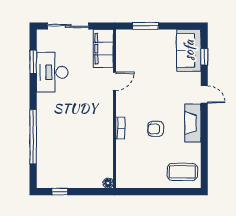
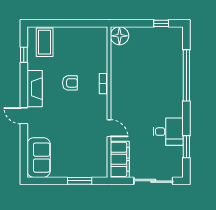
window: (204, 57) -> (24, 55), moved
desk: (52, 72) -> (168, 132), width x0.73
door: (115, 81) -> (109, 128), swing flipped
coffee table: (182, 172) -> (45, 42), turned 90
floor lamp: (108, 183) -> (119, 36), width x1.89, depth x1.89

